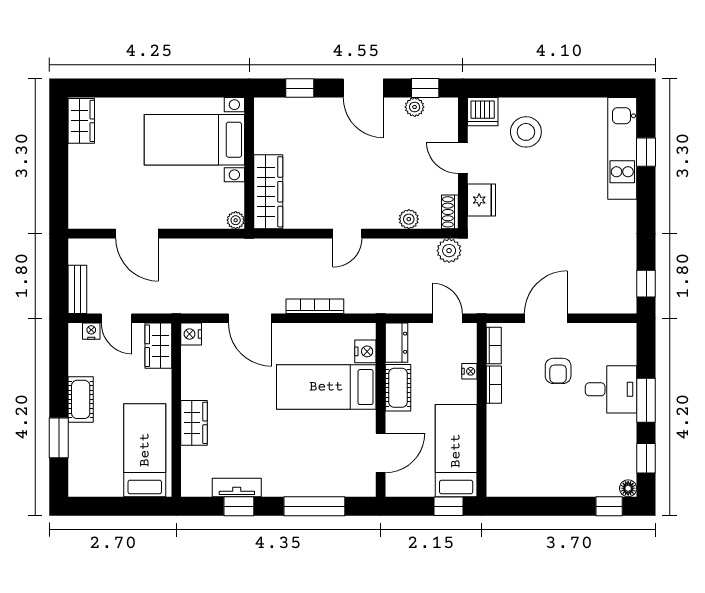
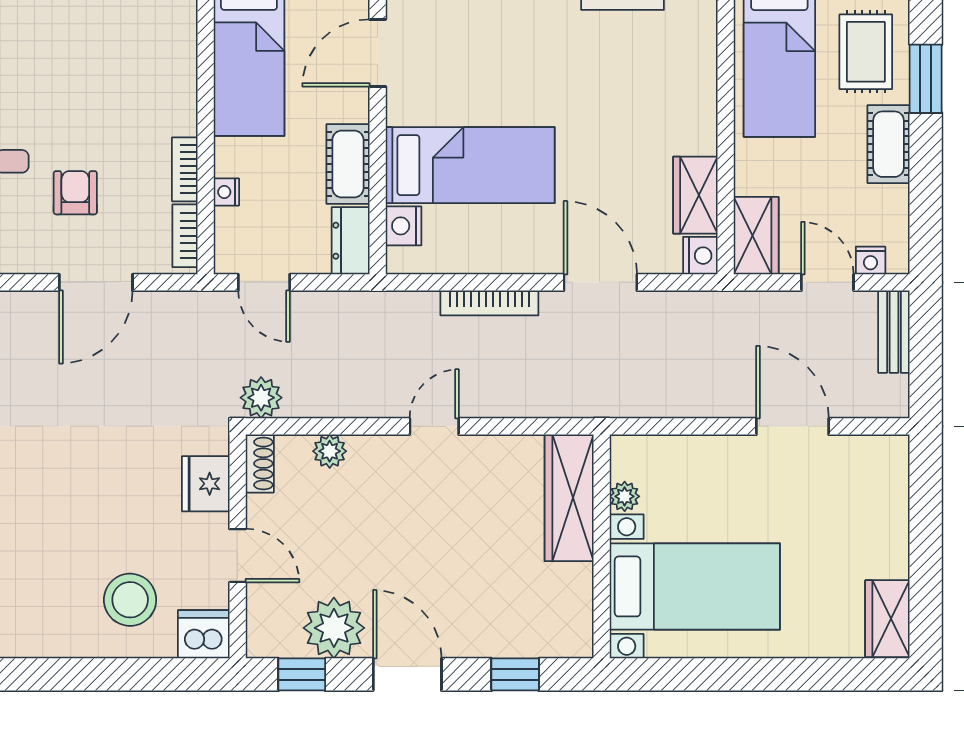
plant: (415, 107) -> (334, 628), width x1.88, depth x1.88
plant: (236, 220) -> (625, 496), moved
wardrobe: (194, 423) -> (695, 195), moved
rug: (94, 454) -> (866, 52), added

